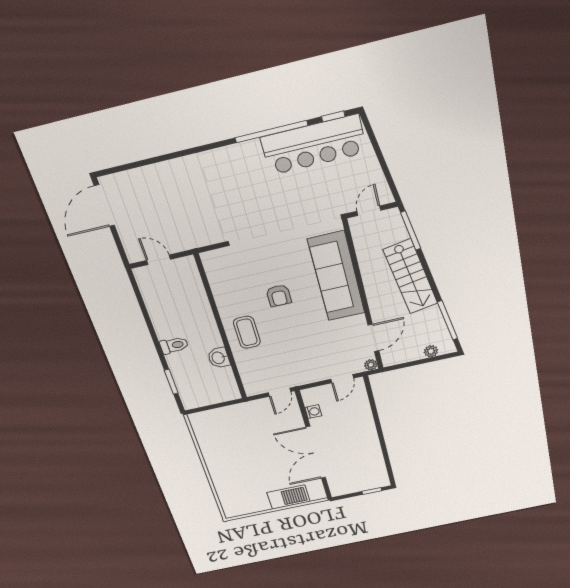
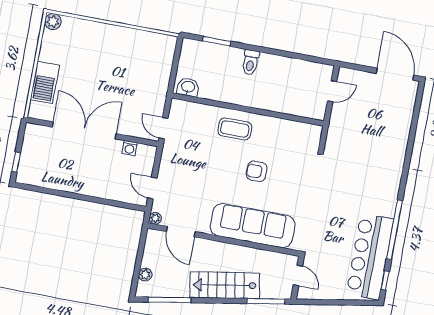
washbasin: (219, 358) -> (188, 87), moved
plant: (231, 511) -> (53, 22), added

